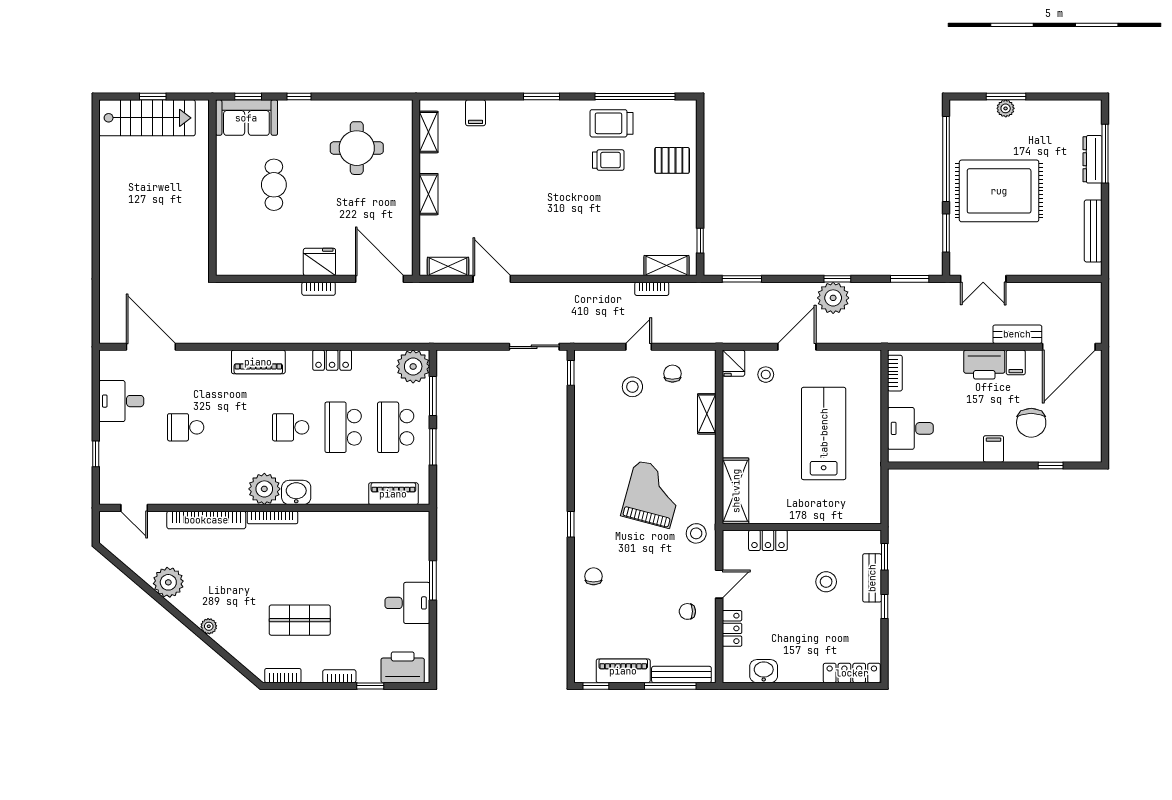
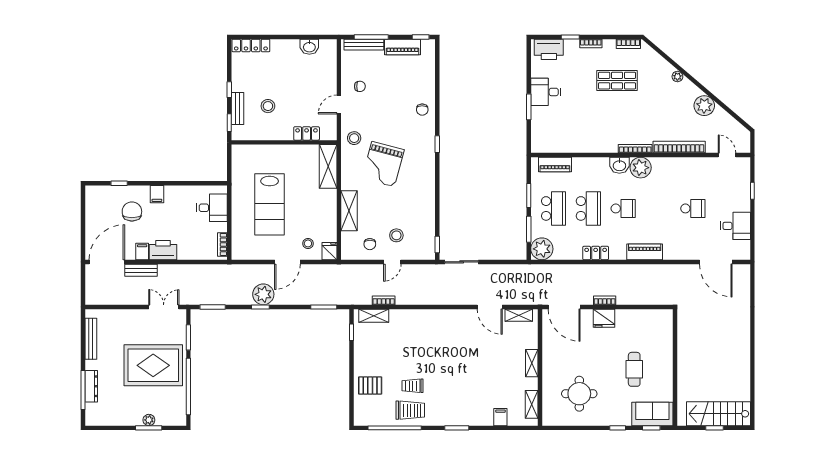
shelving: (707, 414) -> (349, 211), width x1.50, depth x1.33
locker: (732, 628) -> (330, 75), removed

